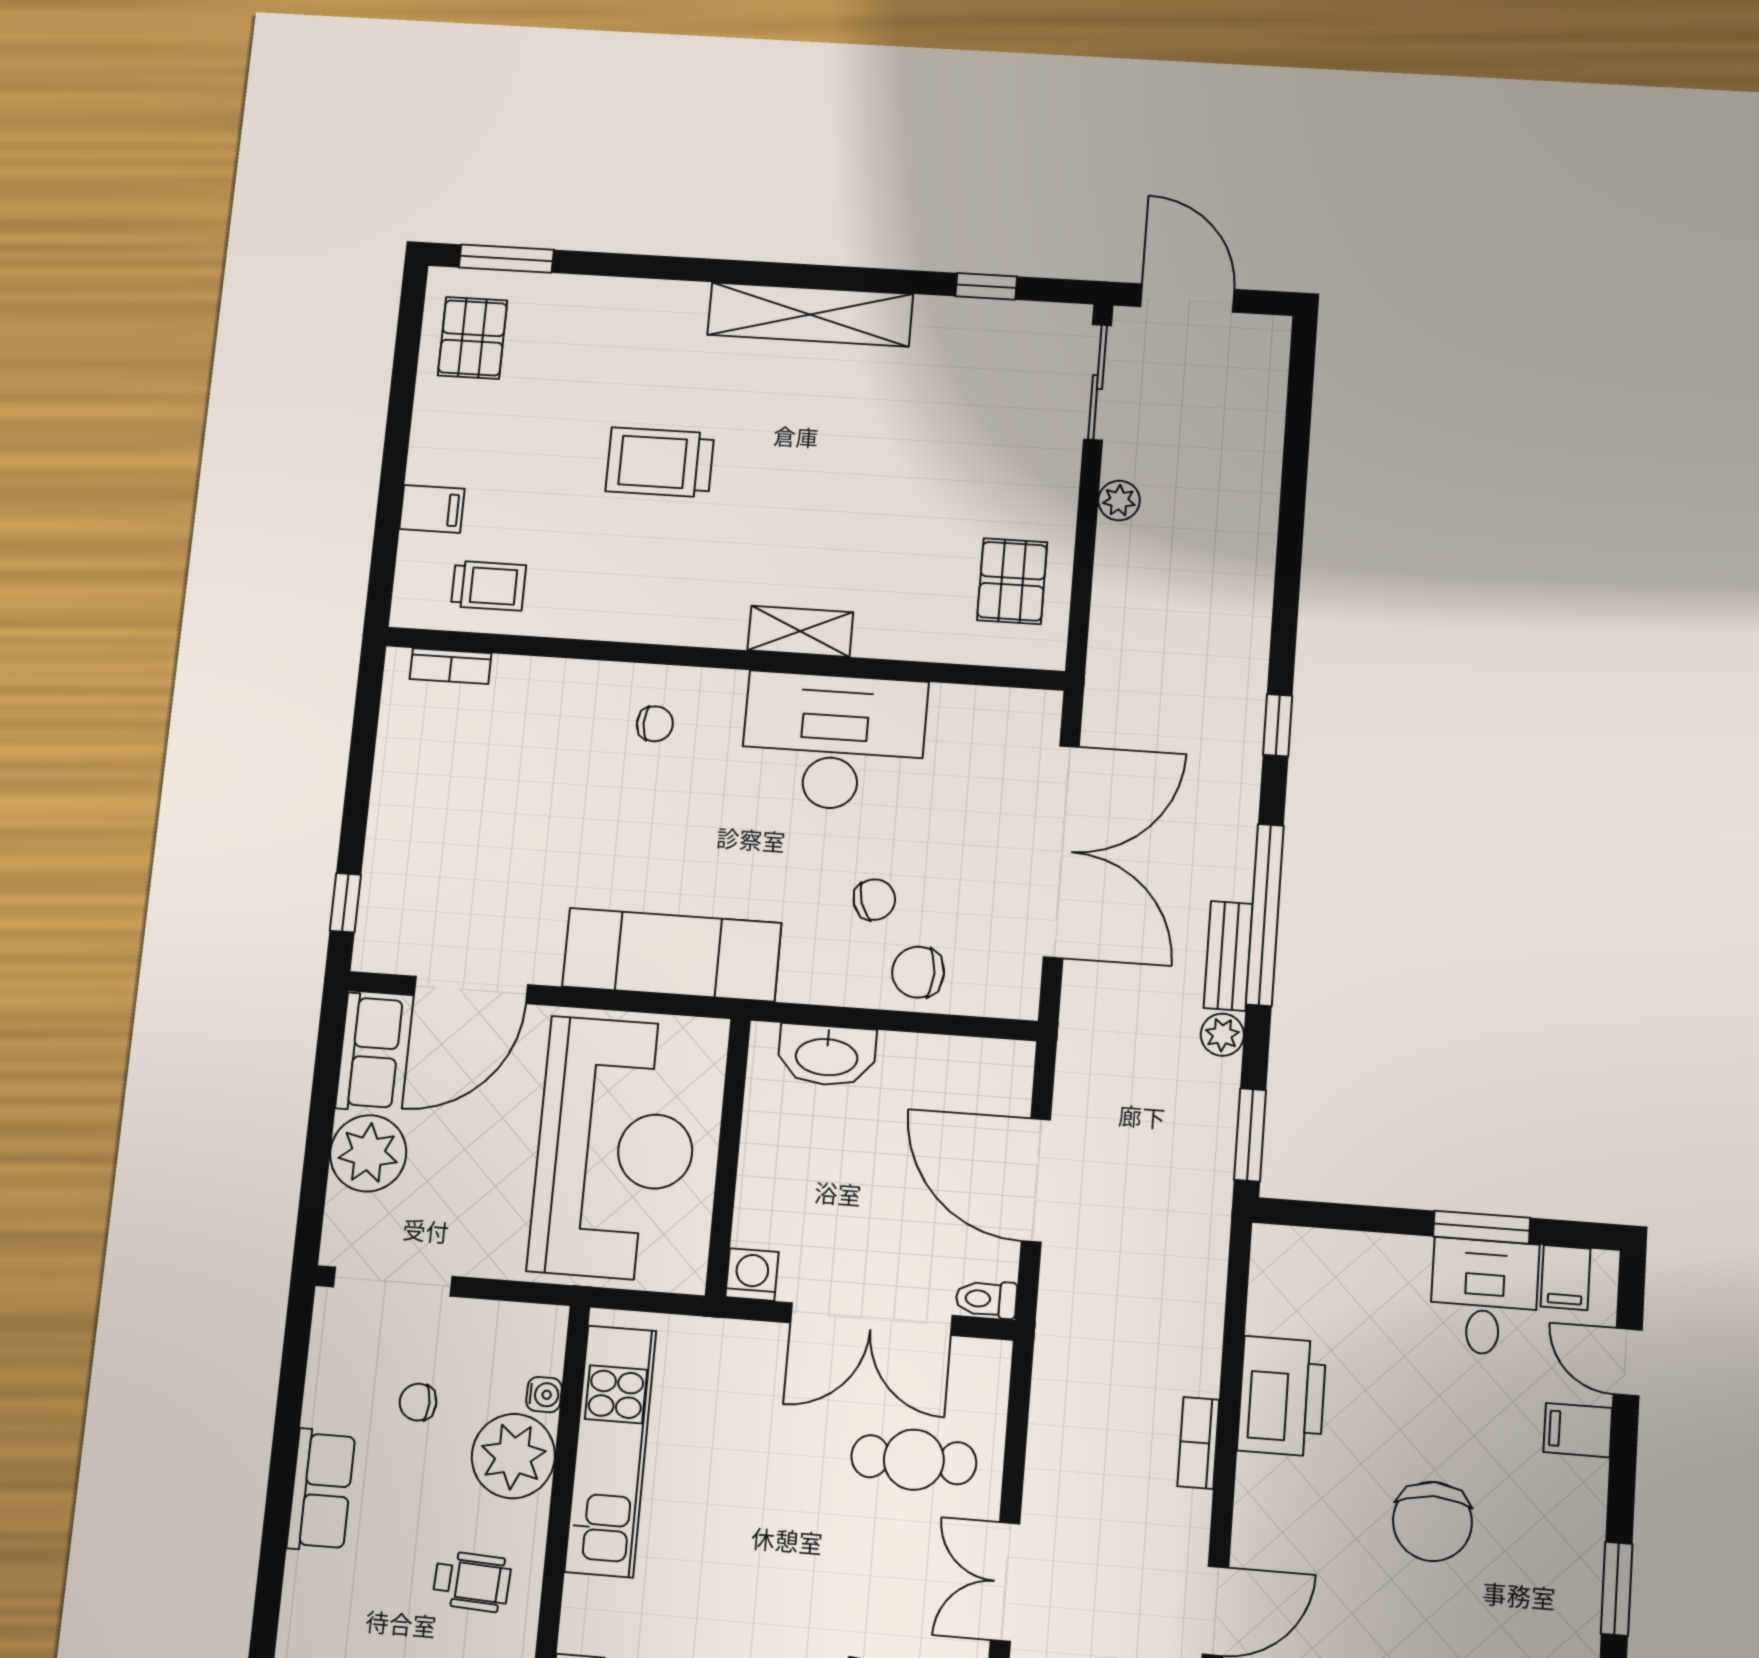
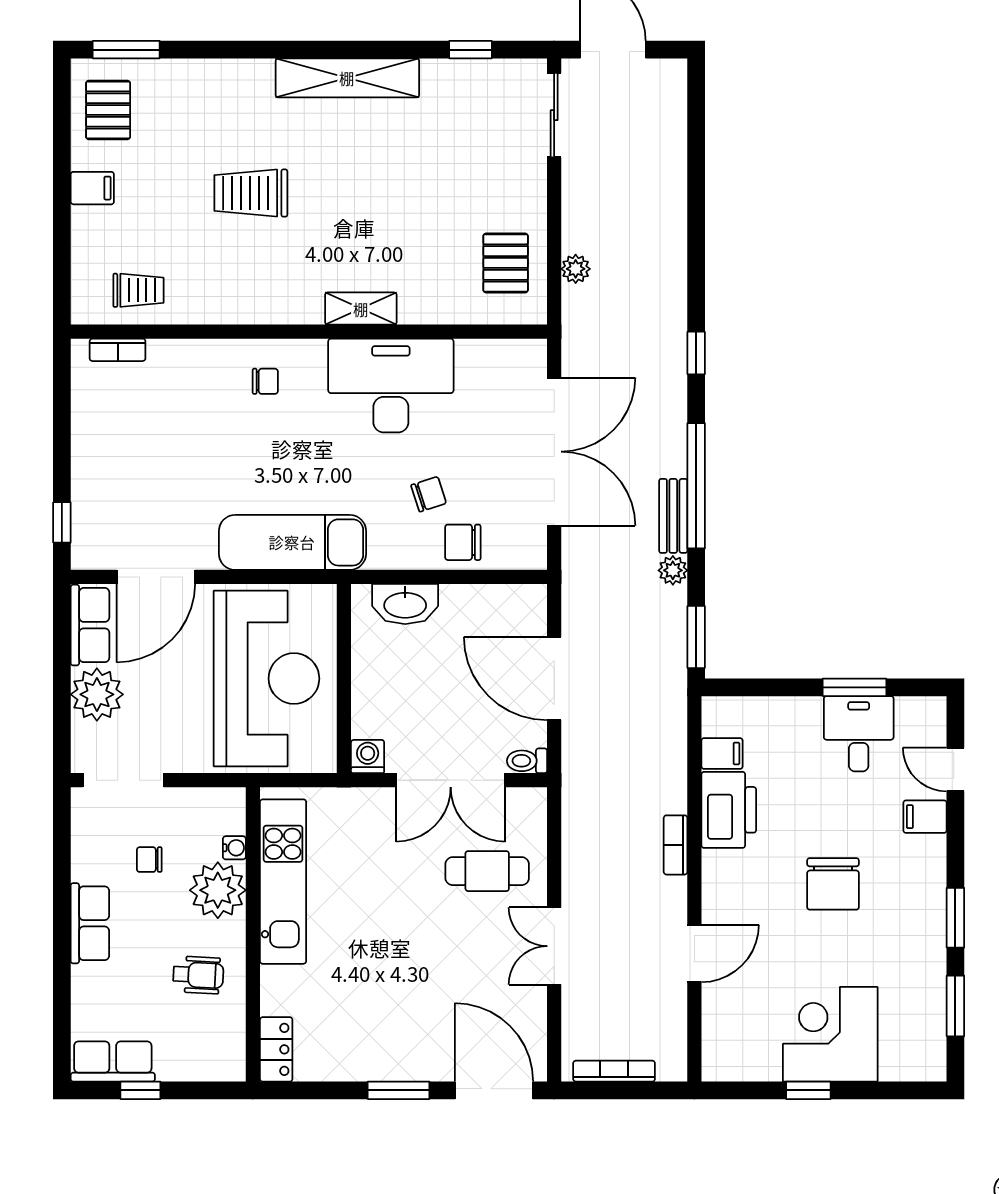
plant: (1119, 501) -> (576, 269), moved
filing cabinet: (432, 509) -> (92, 188), moved
filing cabinet: (1566, 1278) -> (722, 753), moved, turned -90

